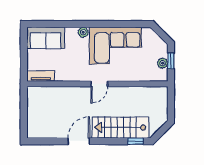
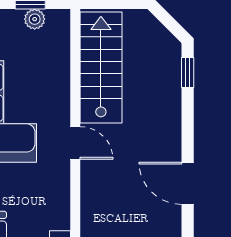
stairs: (120, 128) -> (101, 67), moved, turned 180

